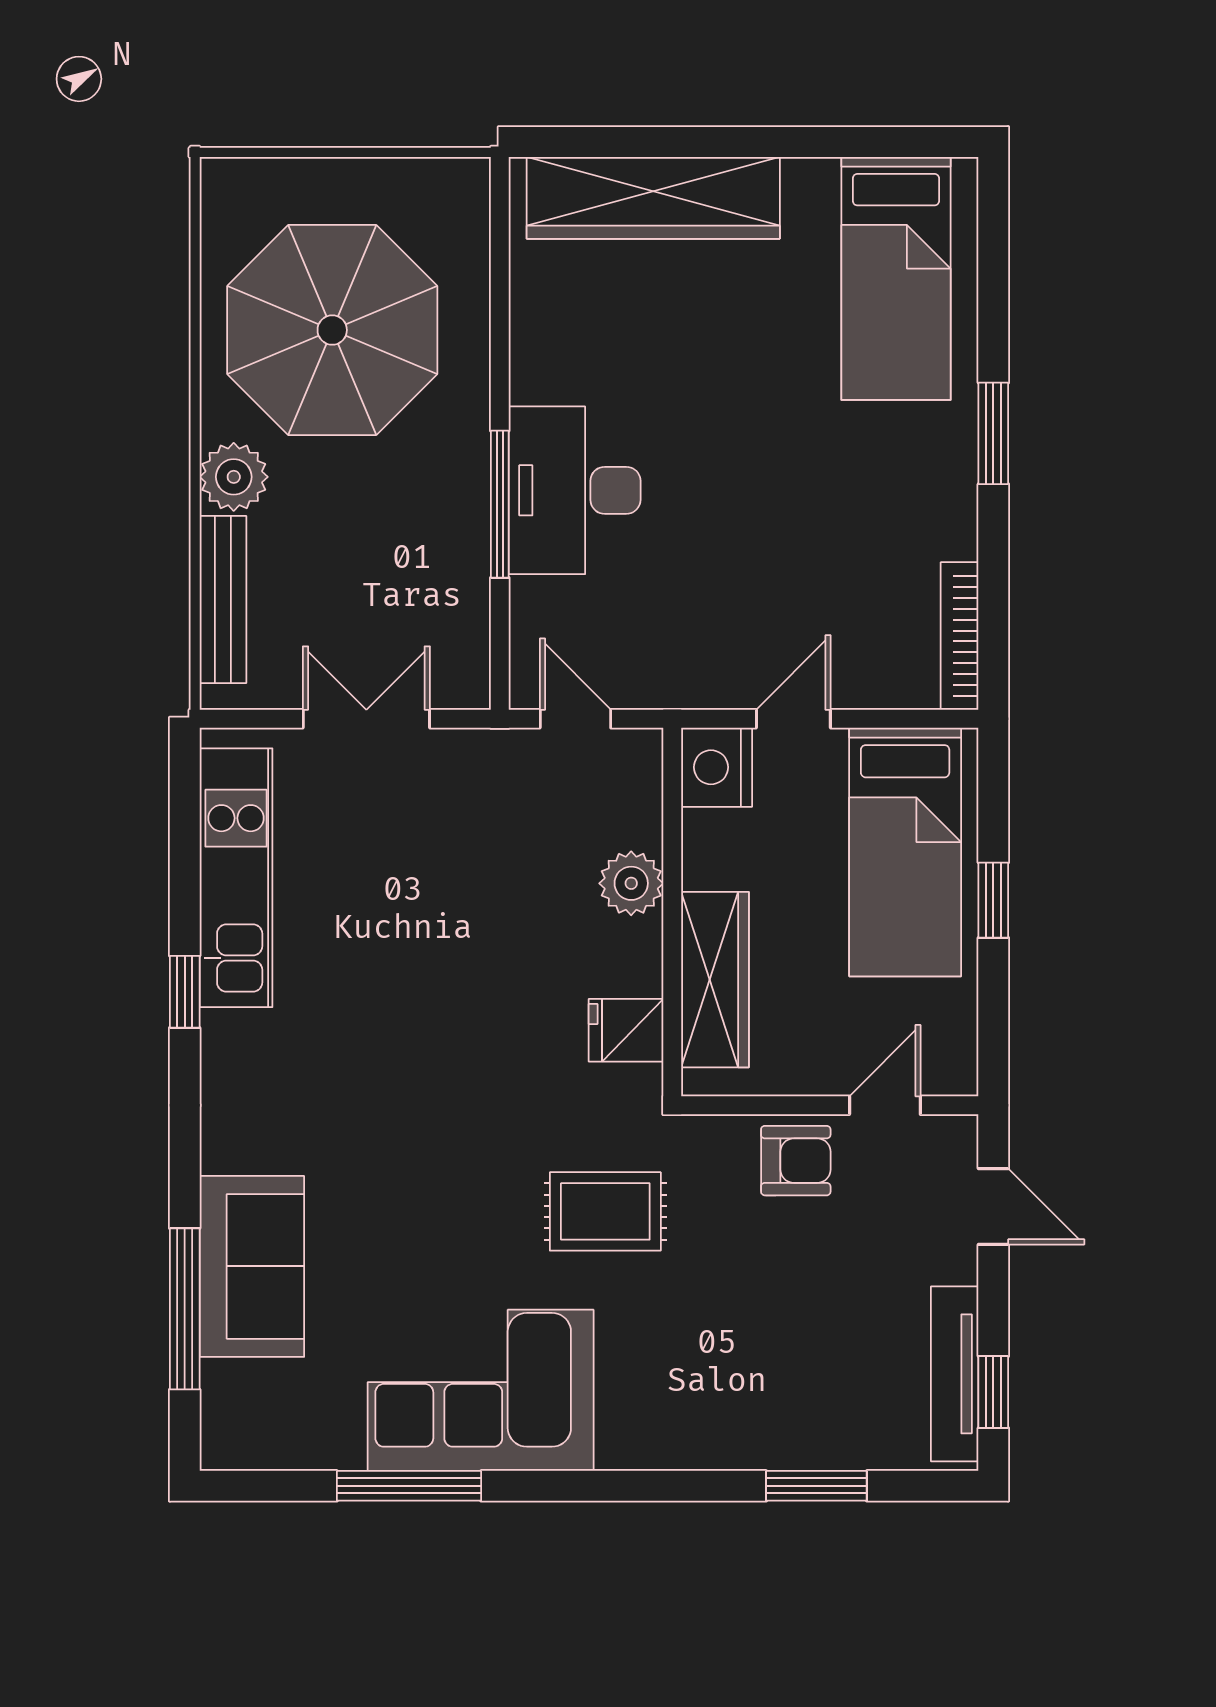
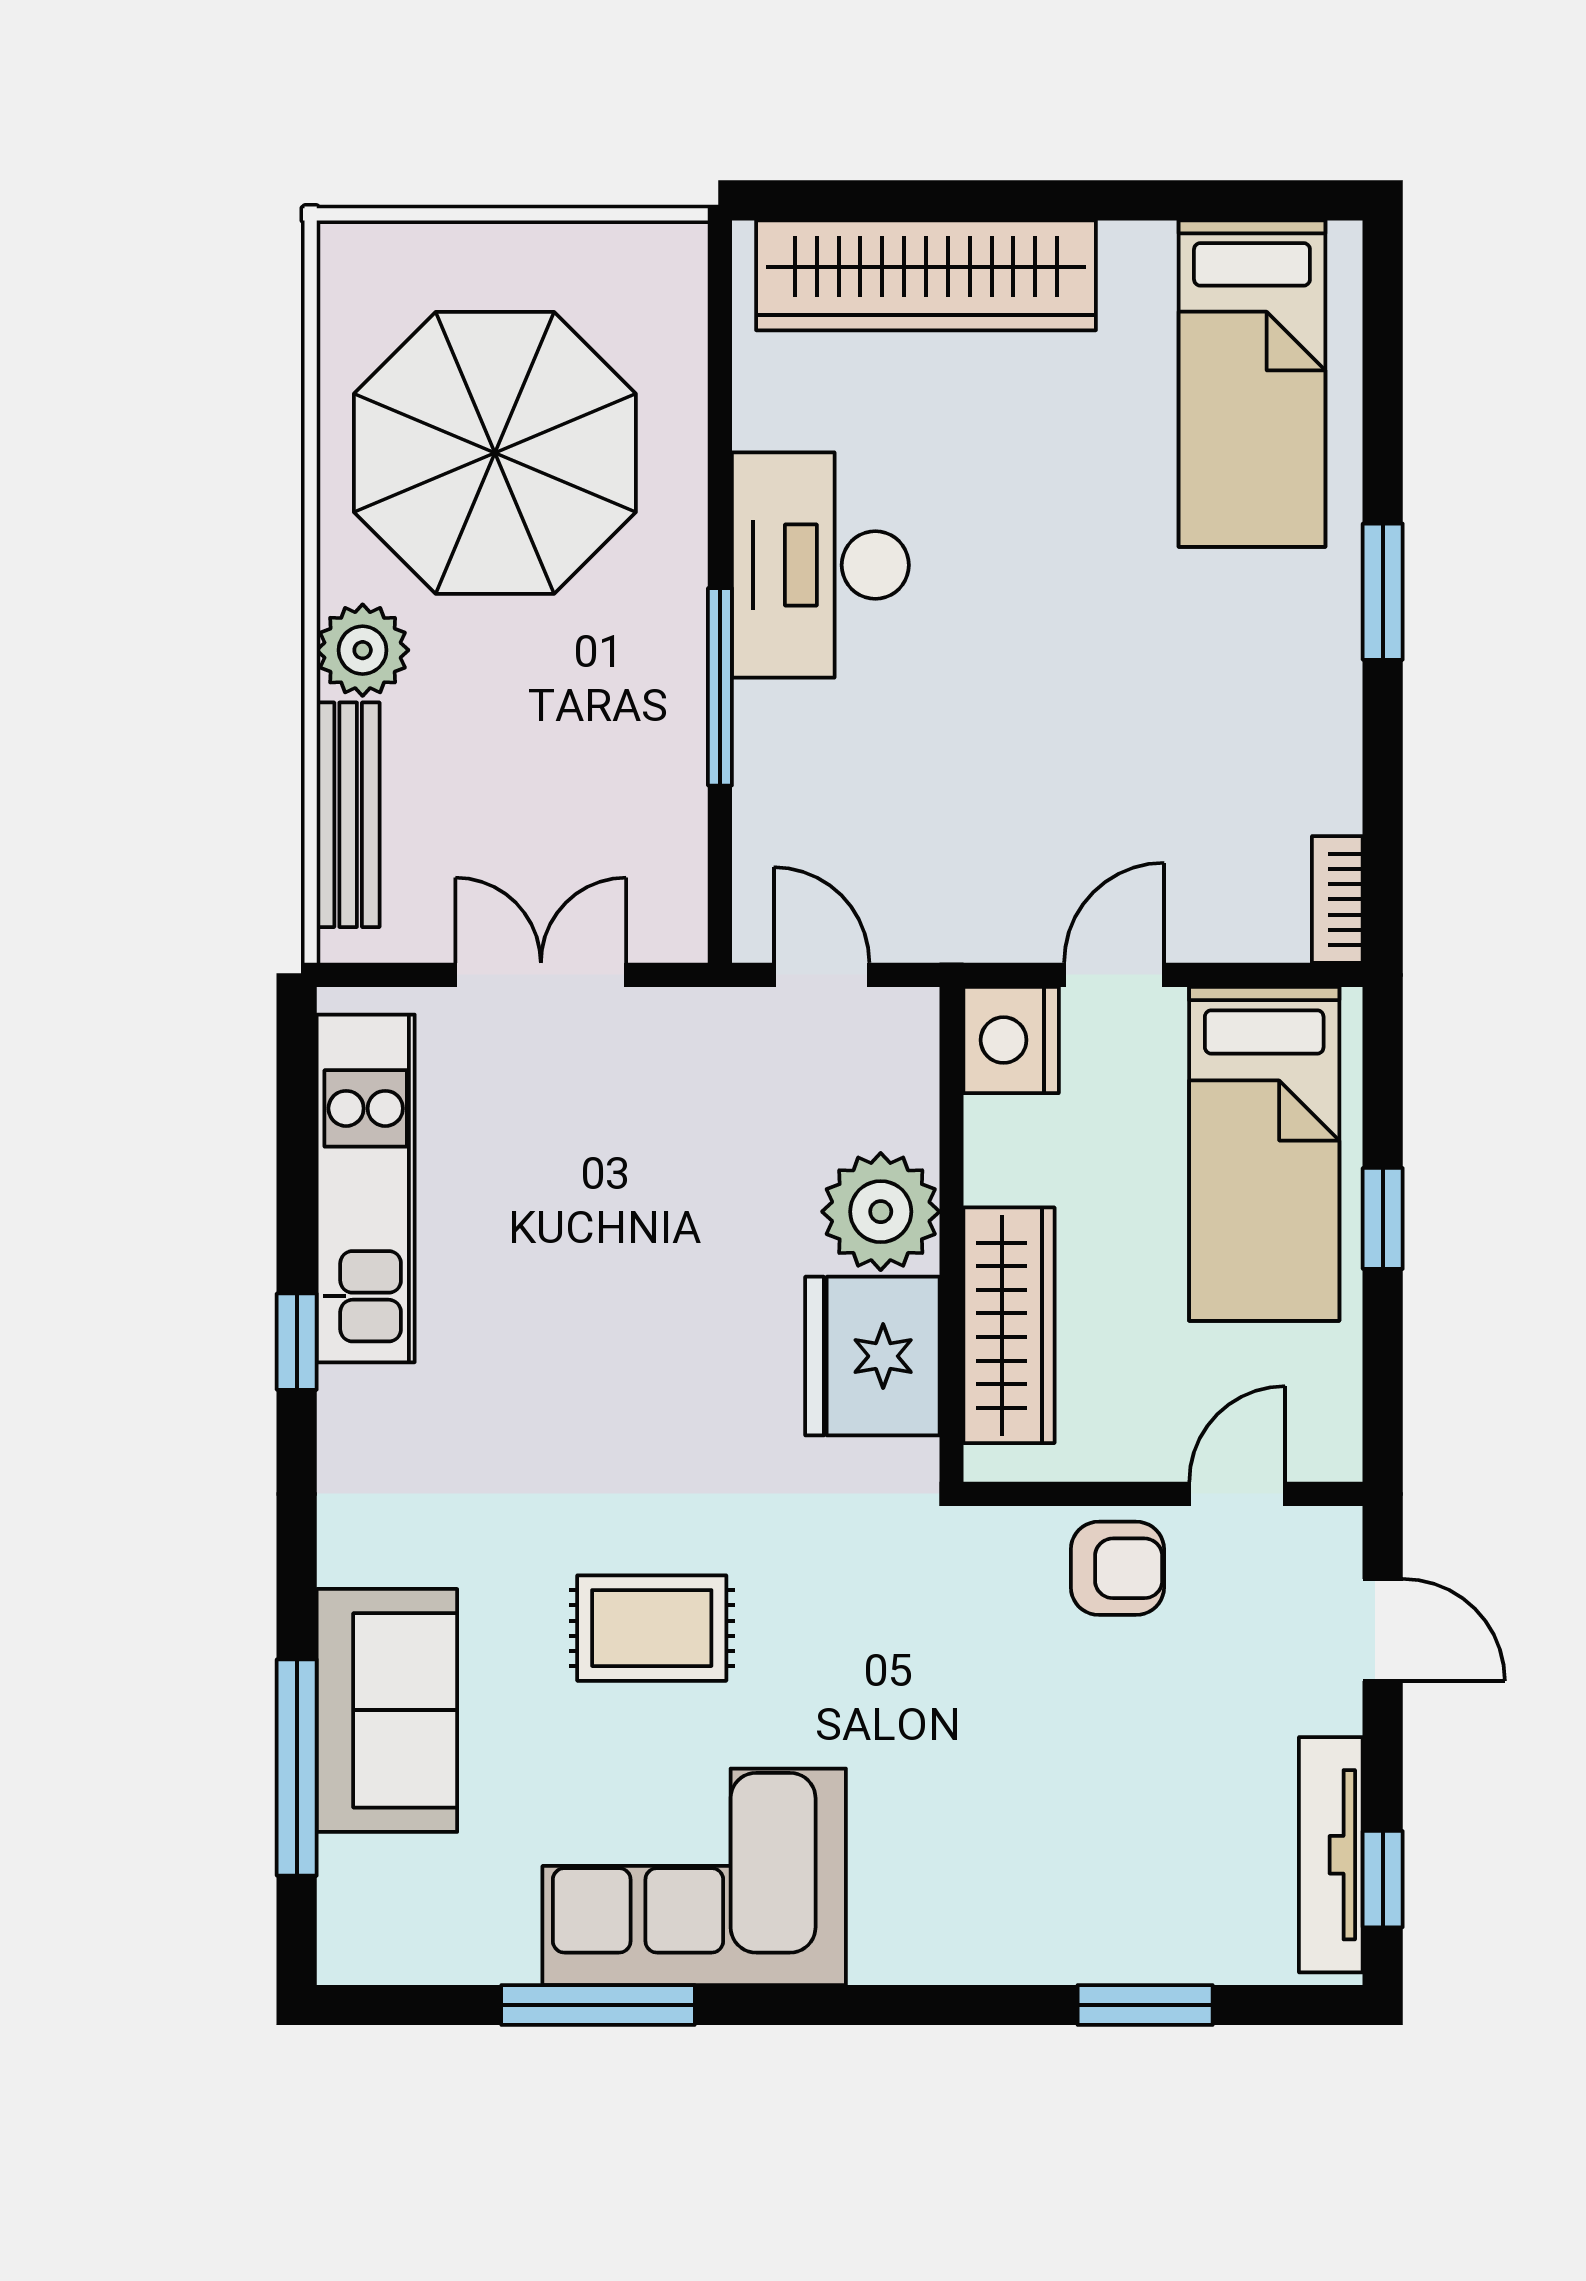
desk: (575, 490) -> (820, 565), moved
bookcase: (960, 636) -> (1337, 899), width x0.64
plant: (631, 883) -> (881, 1212), width x1.36, depth x1.36
fridge: (626, 1030) -> (872, 1356), width x1.88, depth x1.34
rug: (605, 1211) -> (652, 1628), moved

